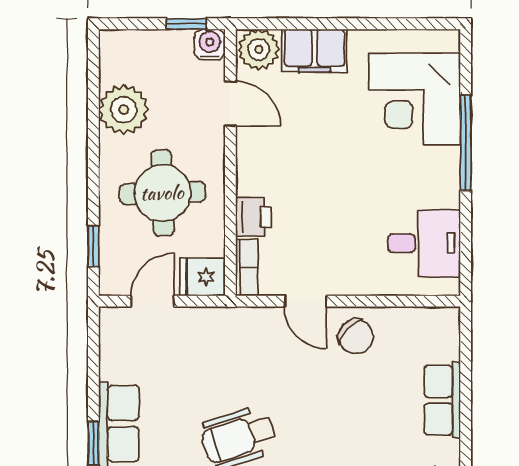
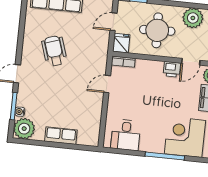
printer: (253, 217) -> (172, 69), moved
door: (153, 301) -> (114, 22), swing flipped
chair: (356, 337) -> (91, 103), removed

